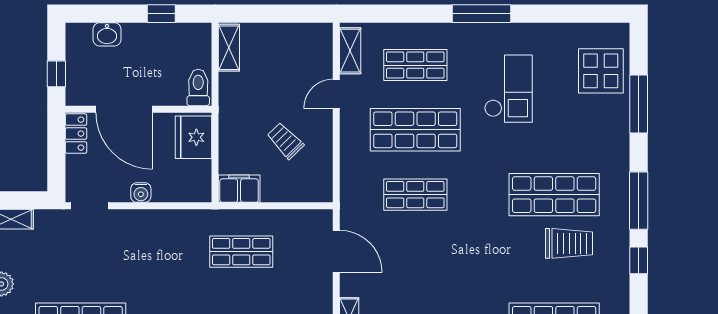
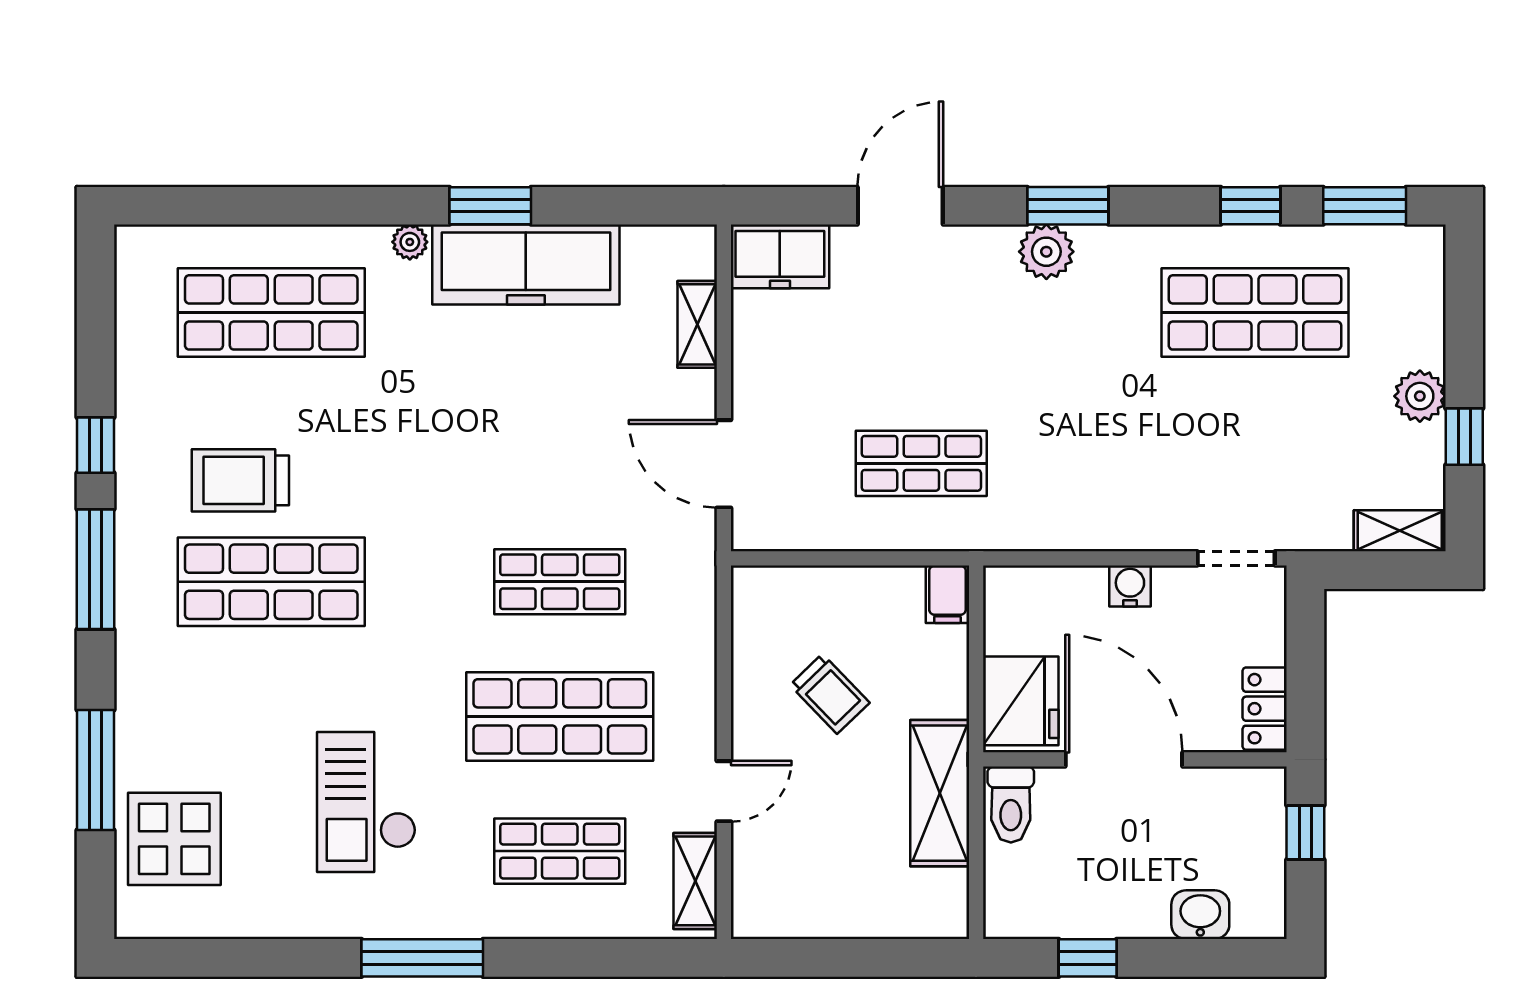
shelving: (229, 48) -> (940, 793), moved, width x1.50, depth x1.33
door: (124, 109) -> (1124, 759), moved
filing cabinet: (239, 189) -> (947, 594), width x0.50

